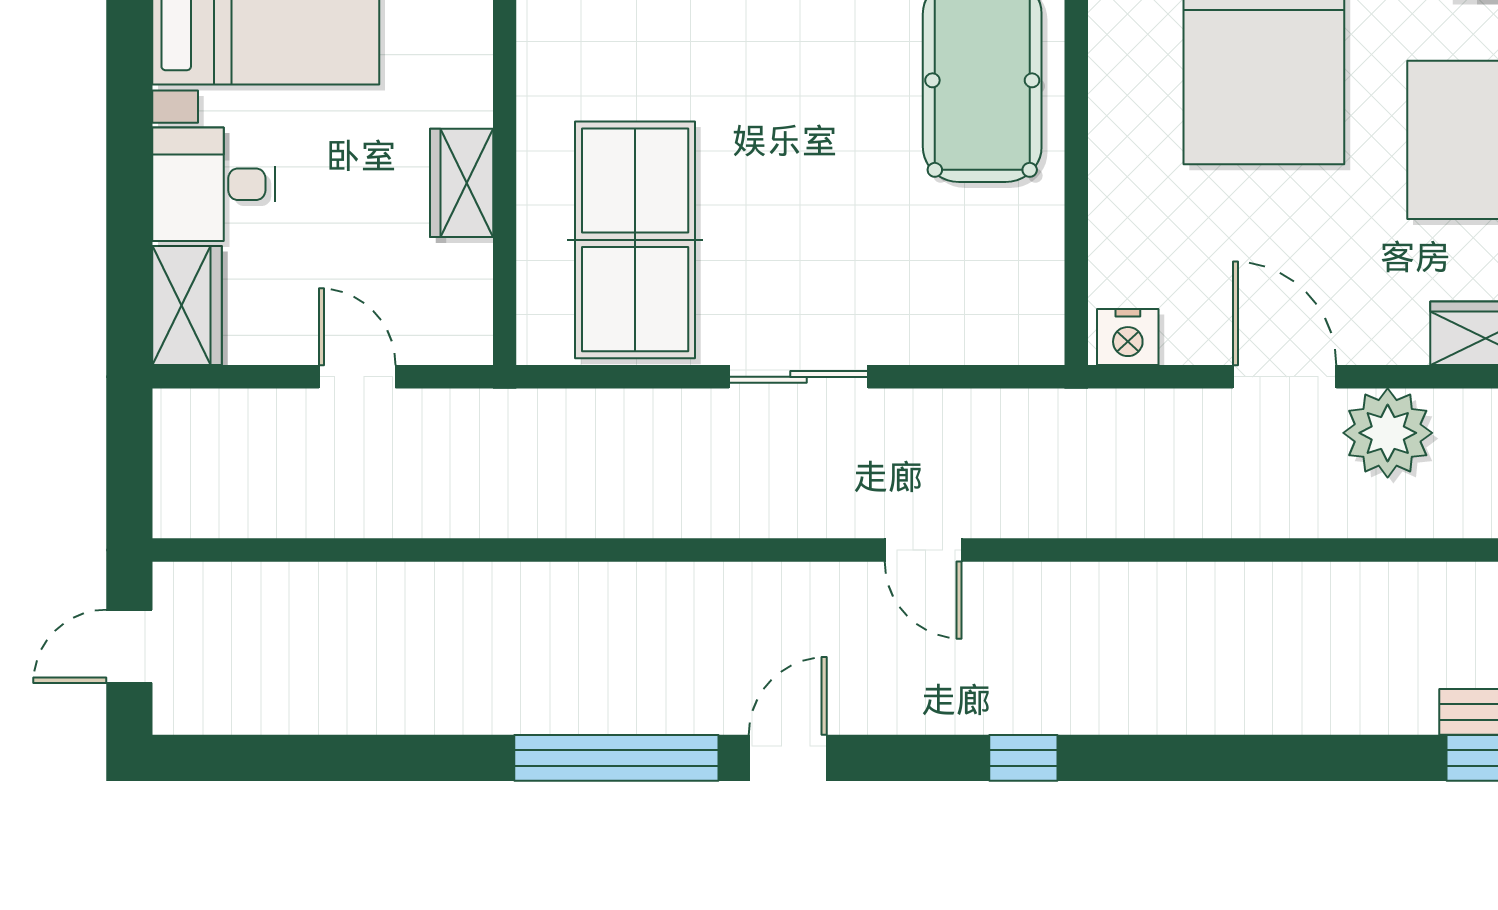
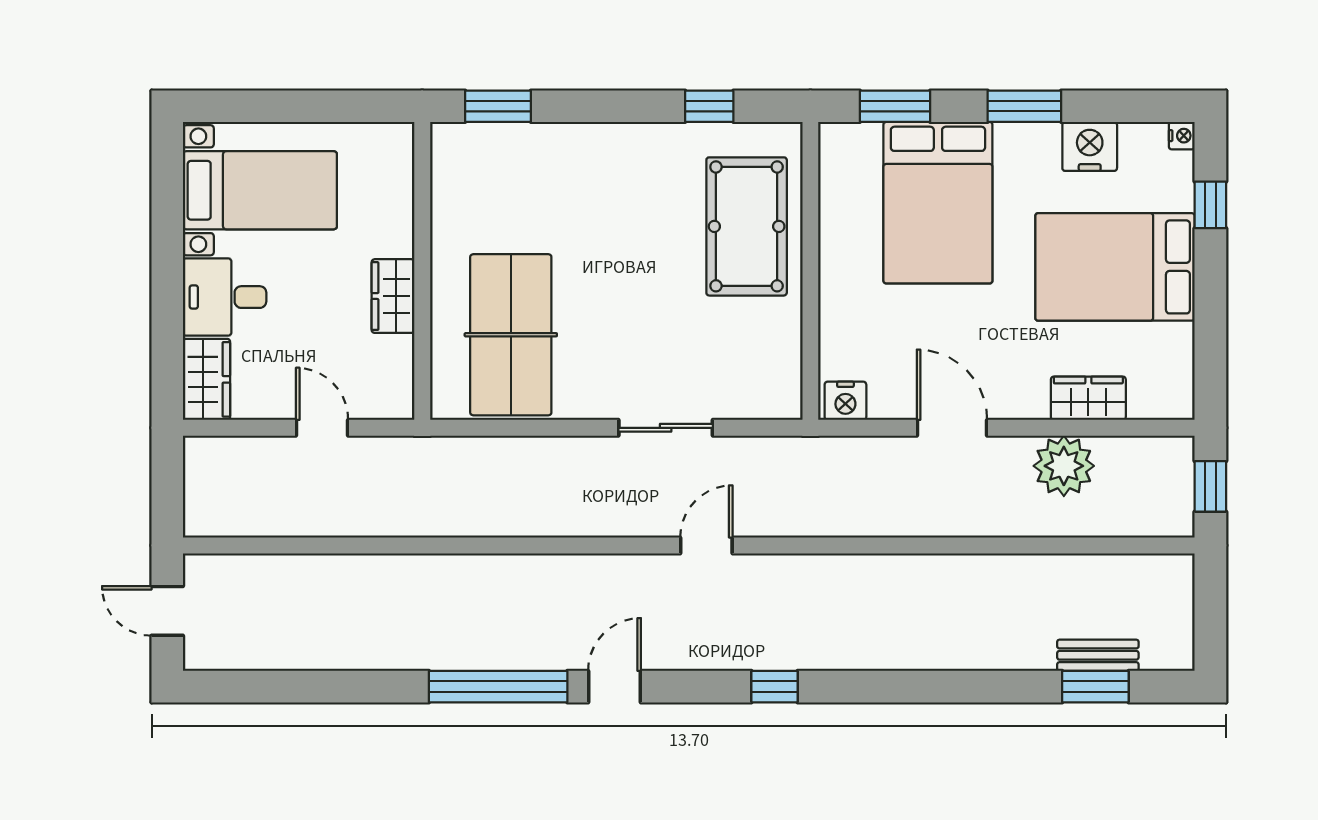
sliding door: (799, 377) -> (666, 428), moved
plant: (1388, 433) -> (1064, 466), moved
door: (923, 550) -> (706, 545), swing flipped
door: (129, 646) -> (167, 611), hinge flipped

